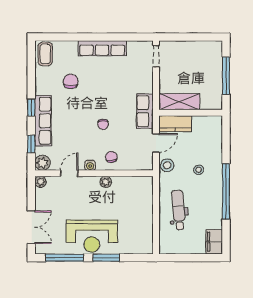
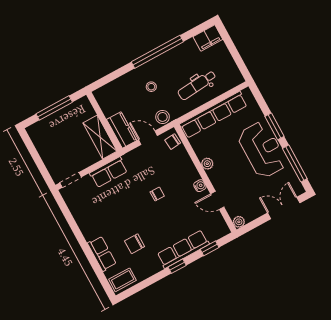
row of seats: (102, 48) -> (102, 254), moved, width x0.68
row of seats: (145, 111) -> (109, 172), moved
chair: (111, 157) -> (173, 142), moved
plant: (43, 163) -> (221, 229), removed
row of seats: (145, 210) -> (213, 115), added

